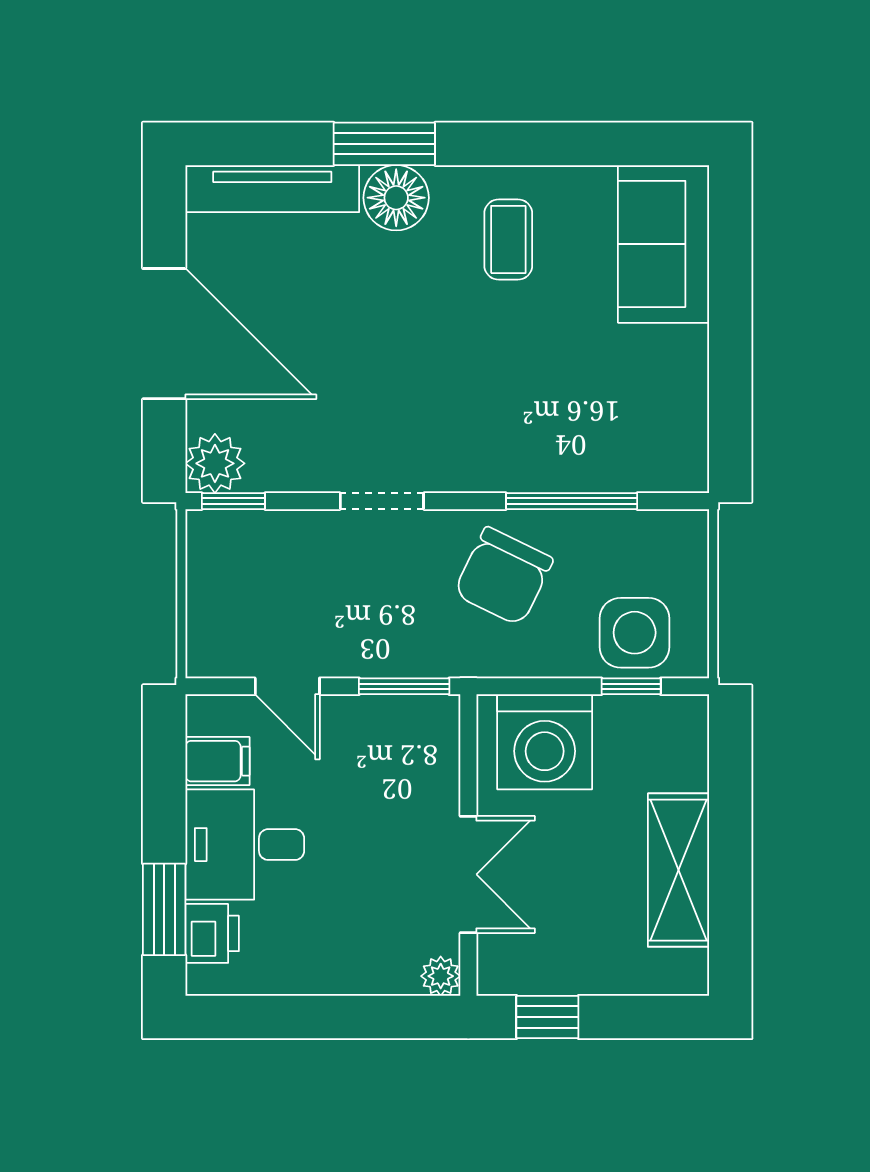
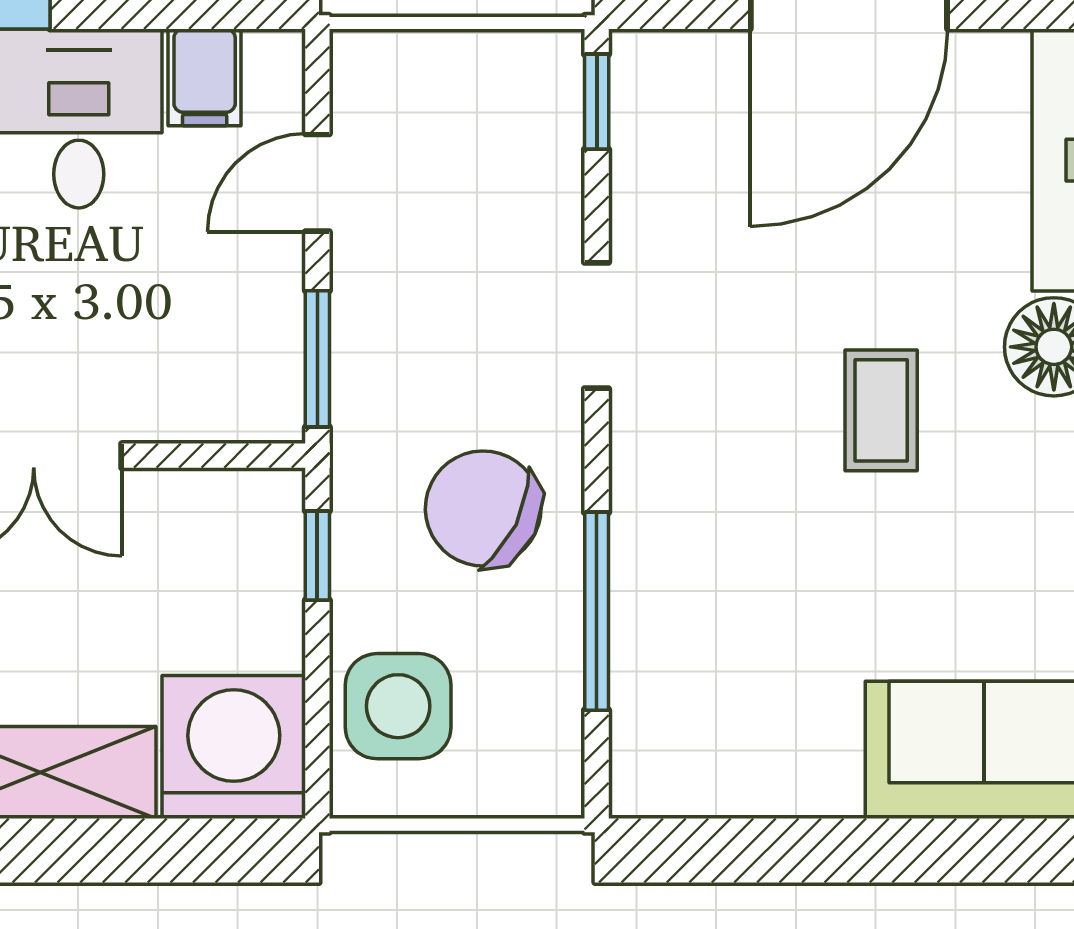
coffee table: (508, 239) -> (881, 410), moved, turned 90
plant: (215, 463) -> (653, 74), removed
window: (631, 686) -> (317, 556), moved
washing machine: (545, 742) -> (234, 747), moved, turned 90

